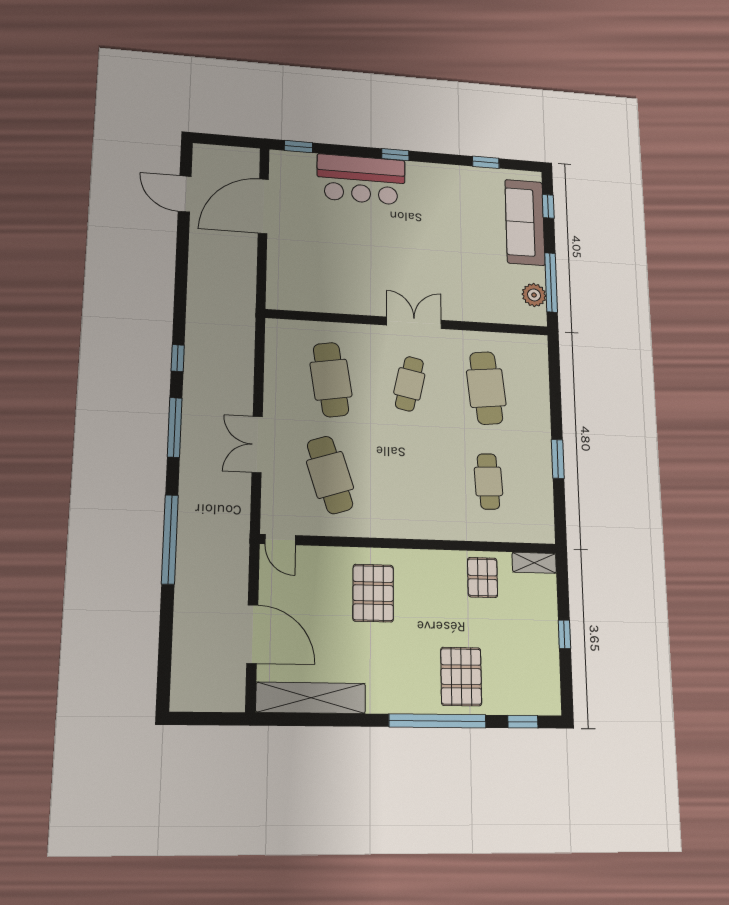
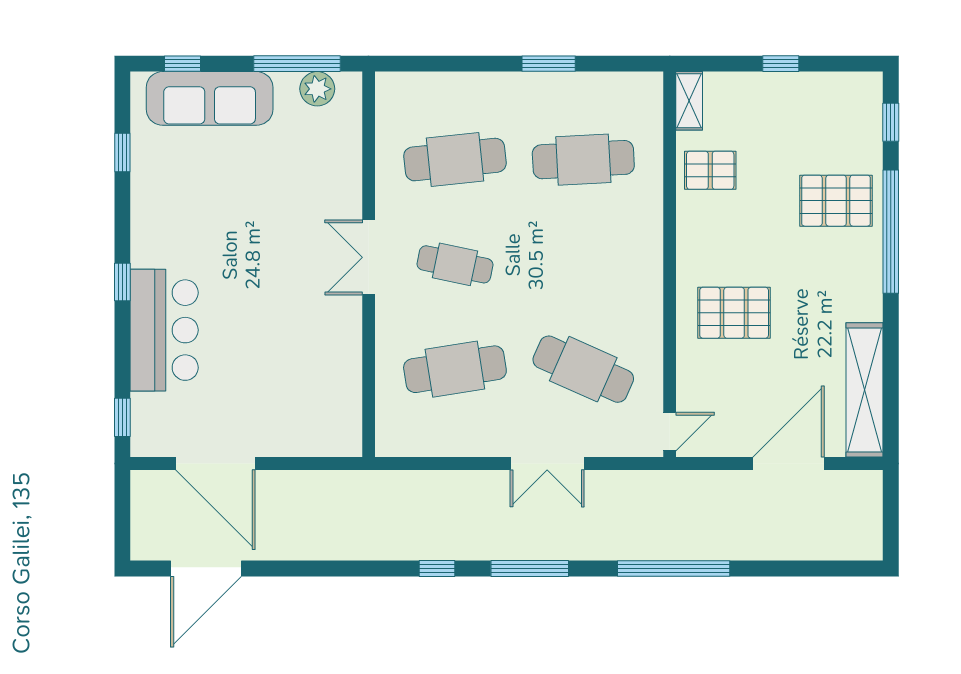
door: (185, 194) -> (206, 569), width x1.36
cafe table: (330, 475) -> (583, 369), turned 42
cafe table: (488, 481) -> (583, 160), width x1.37, depth x1.35

